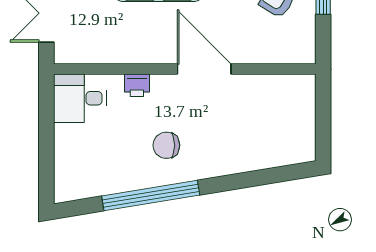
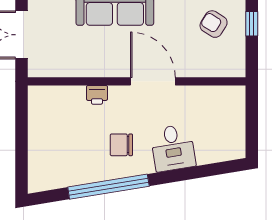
desk: (80, 98) -> (173, 148), moved, turned -99

